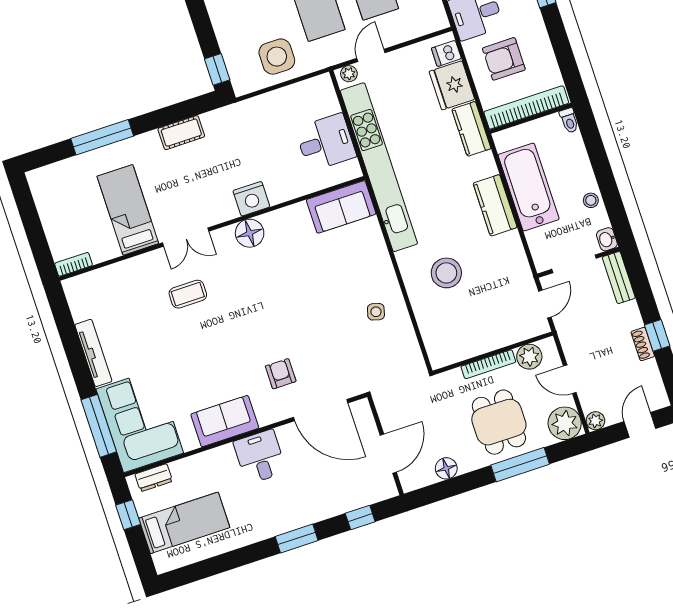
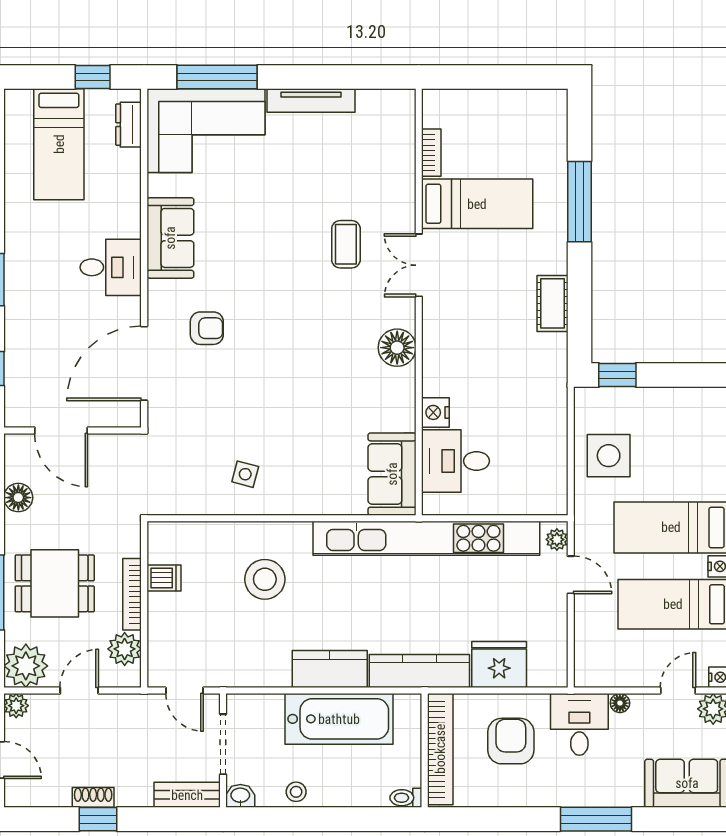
dishwasher: (446, 53) -> (164, 578), moved, turned 90
kitchen counter: (471, 129) -> (419, 671), width x1.50
desk: (326, 142) -> (456, 461), moved, turned 90
nightstand: (251, 199) -> (435, 412), moved, width x0.74, depth x0.75
bookcase: (74, 264) -> (431, 153), moved

